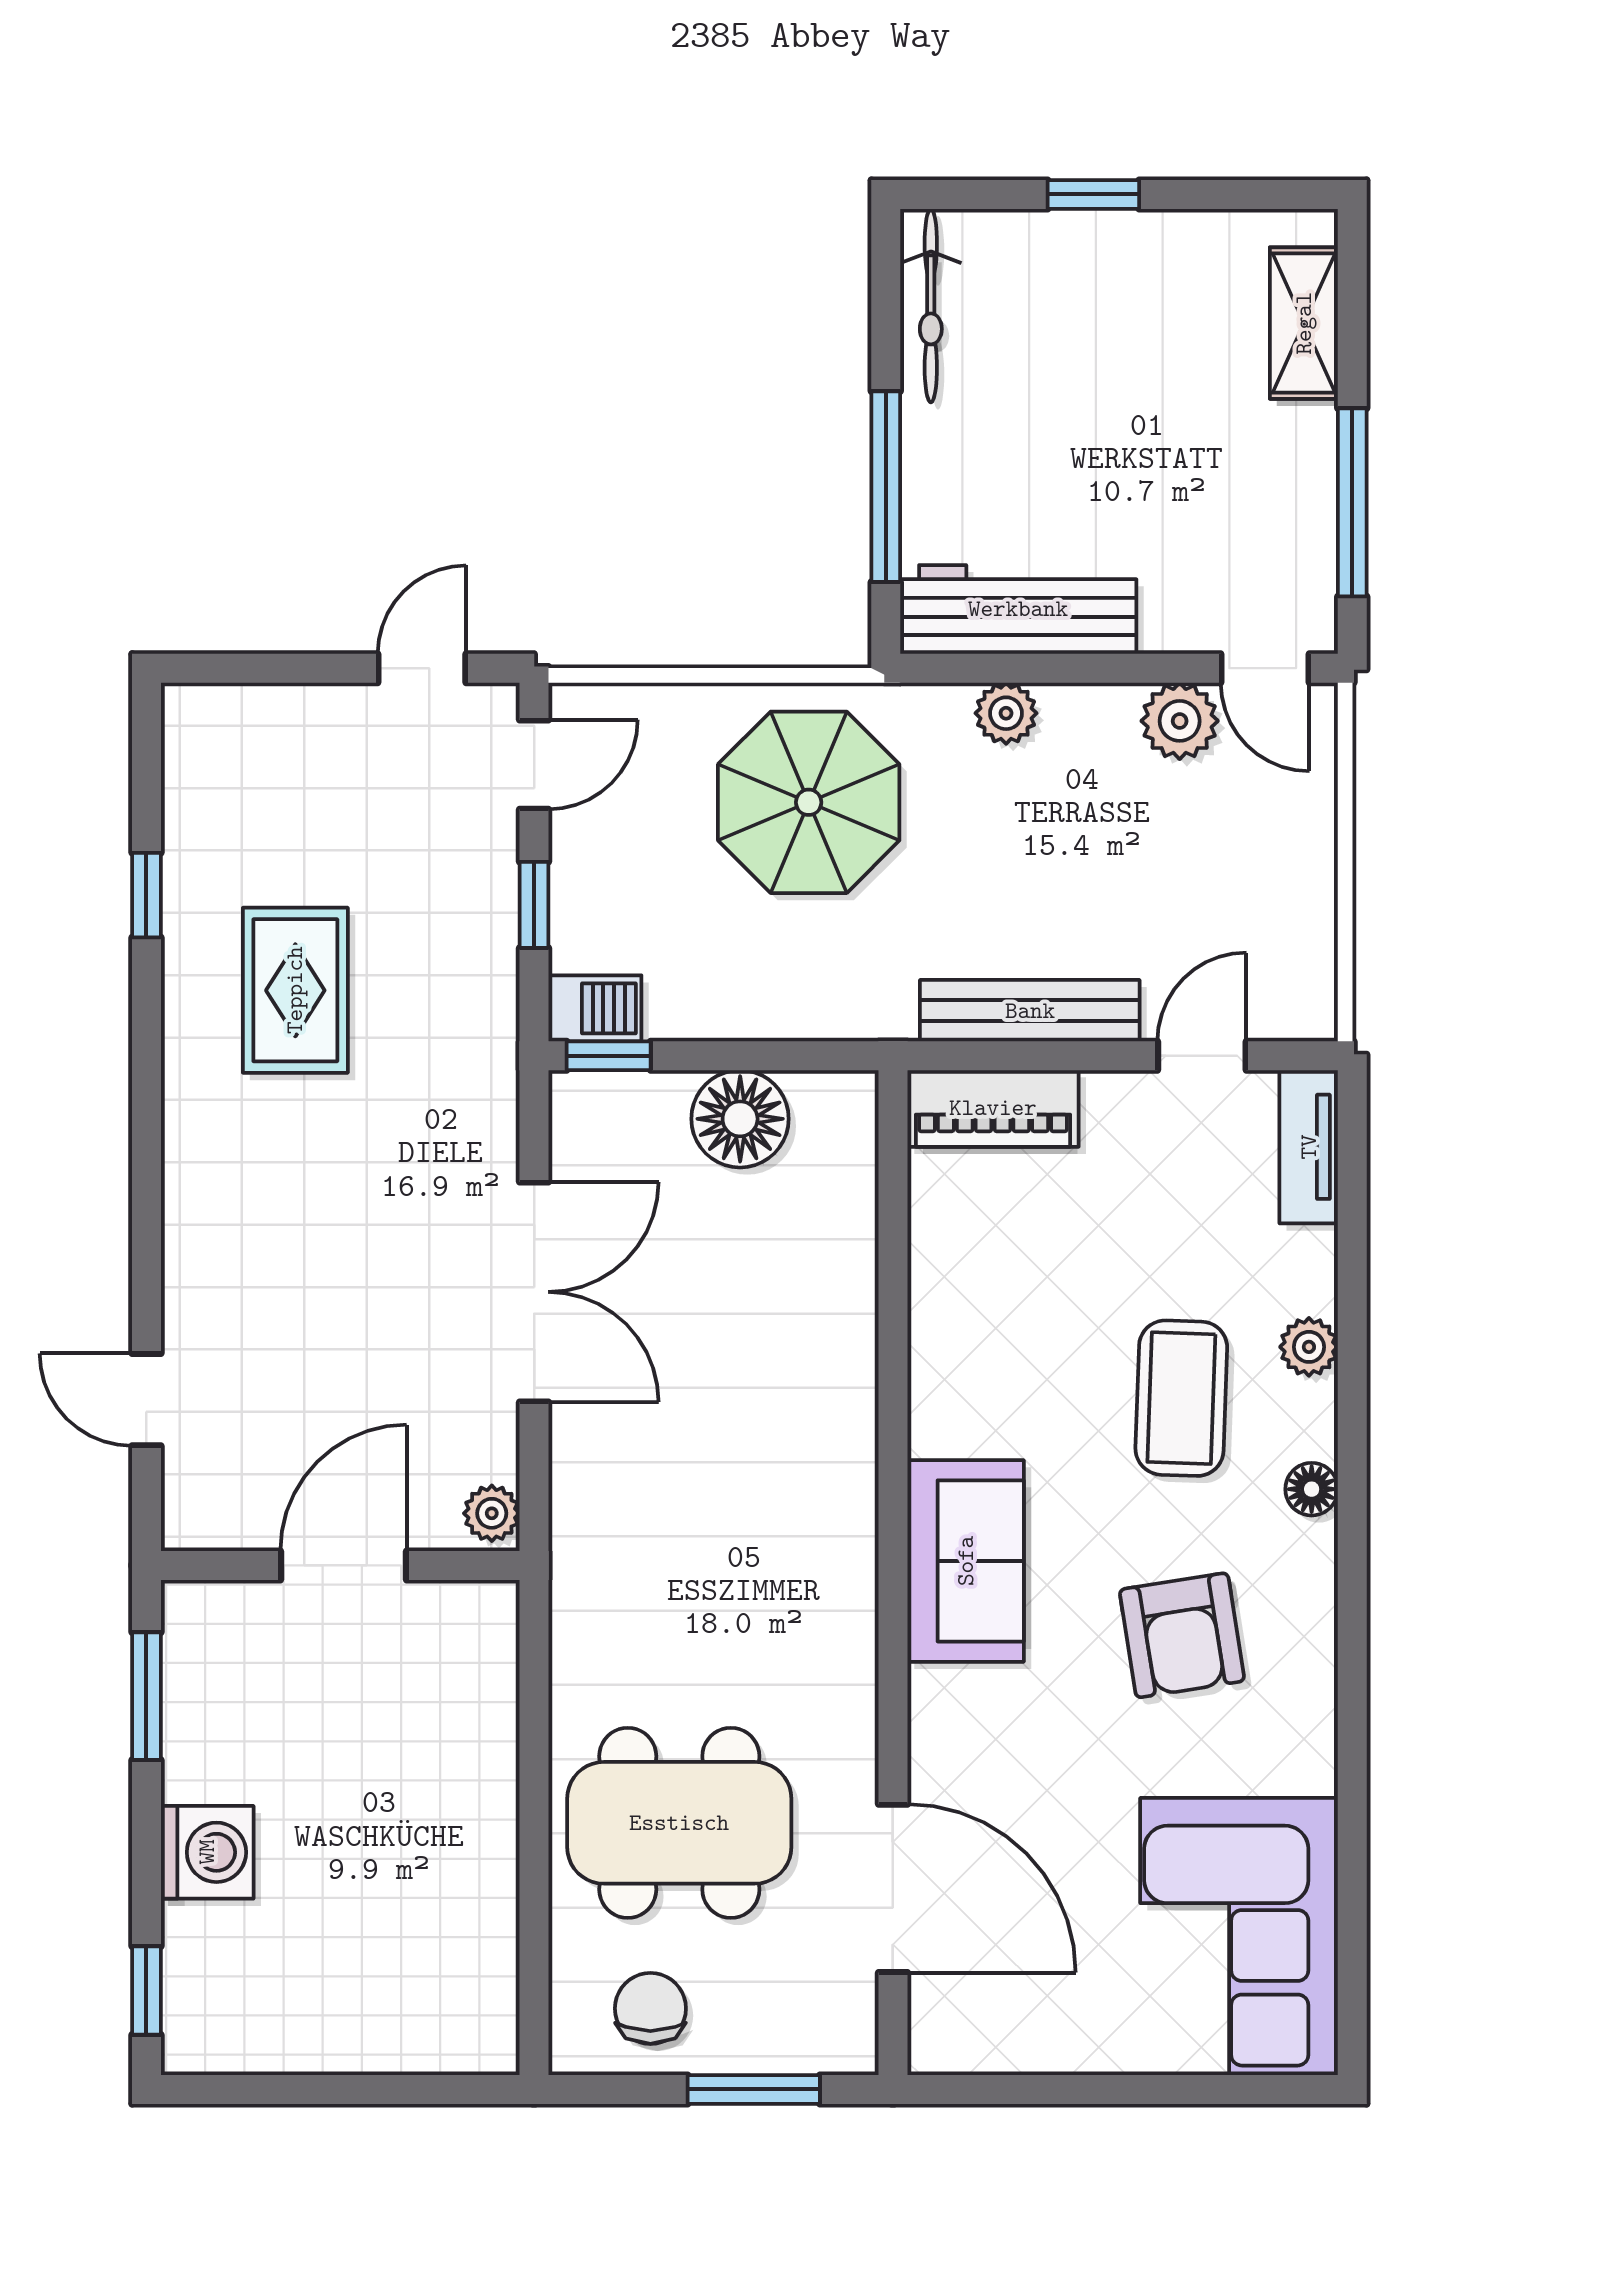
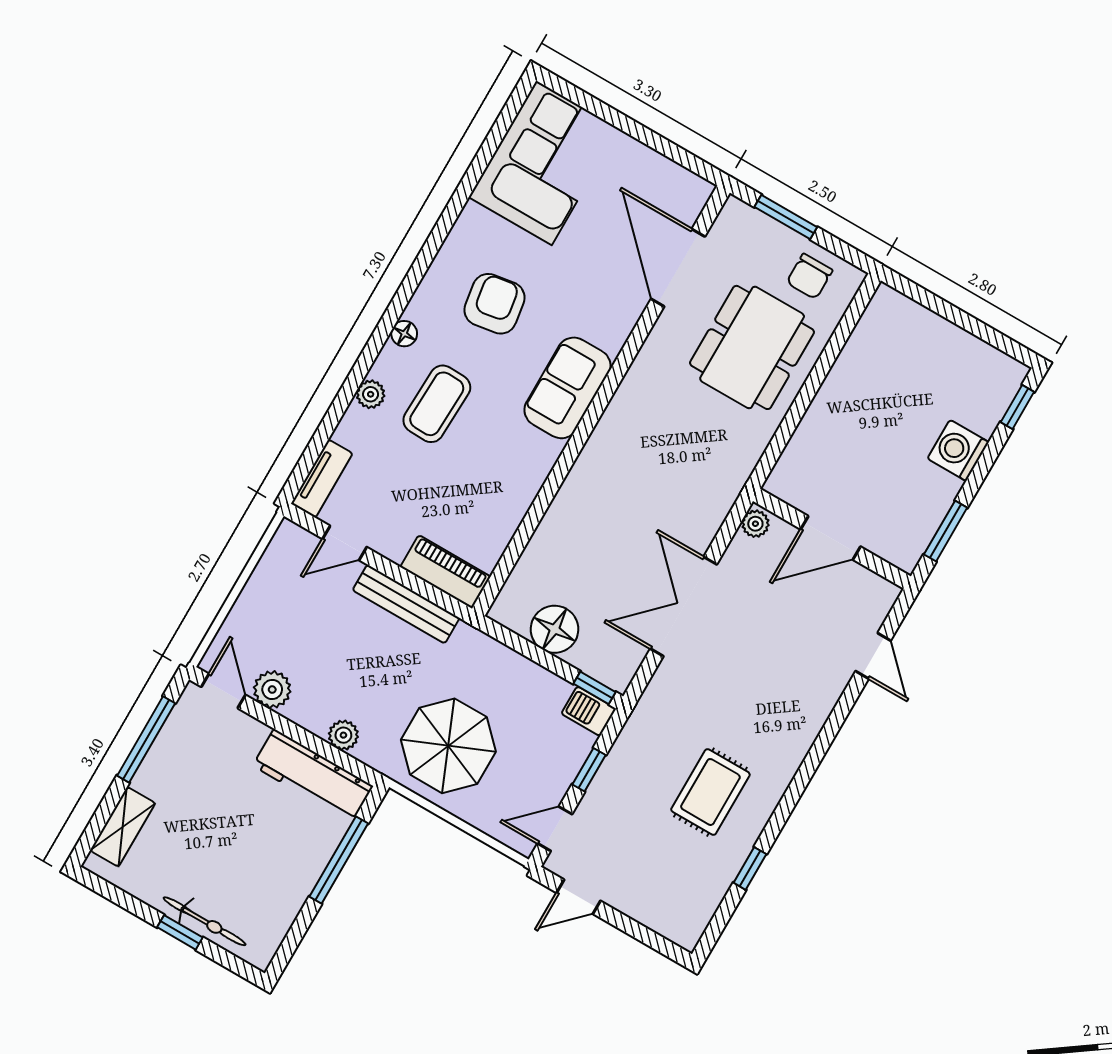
bicycle: (931, 306) -> (205, 921), moved, turned 90
dining table: (679, 1823) -> (752, 347), turned 90

